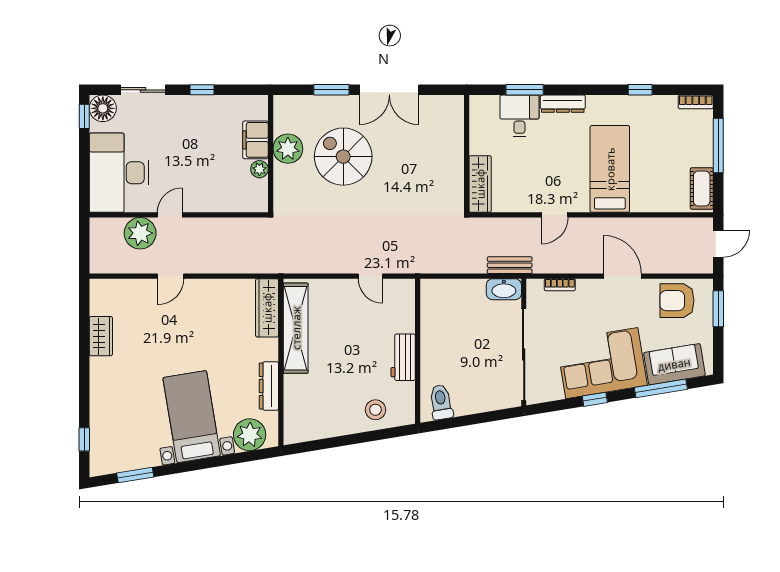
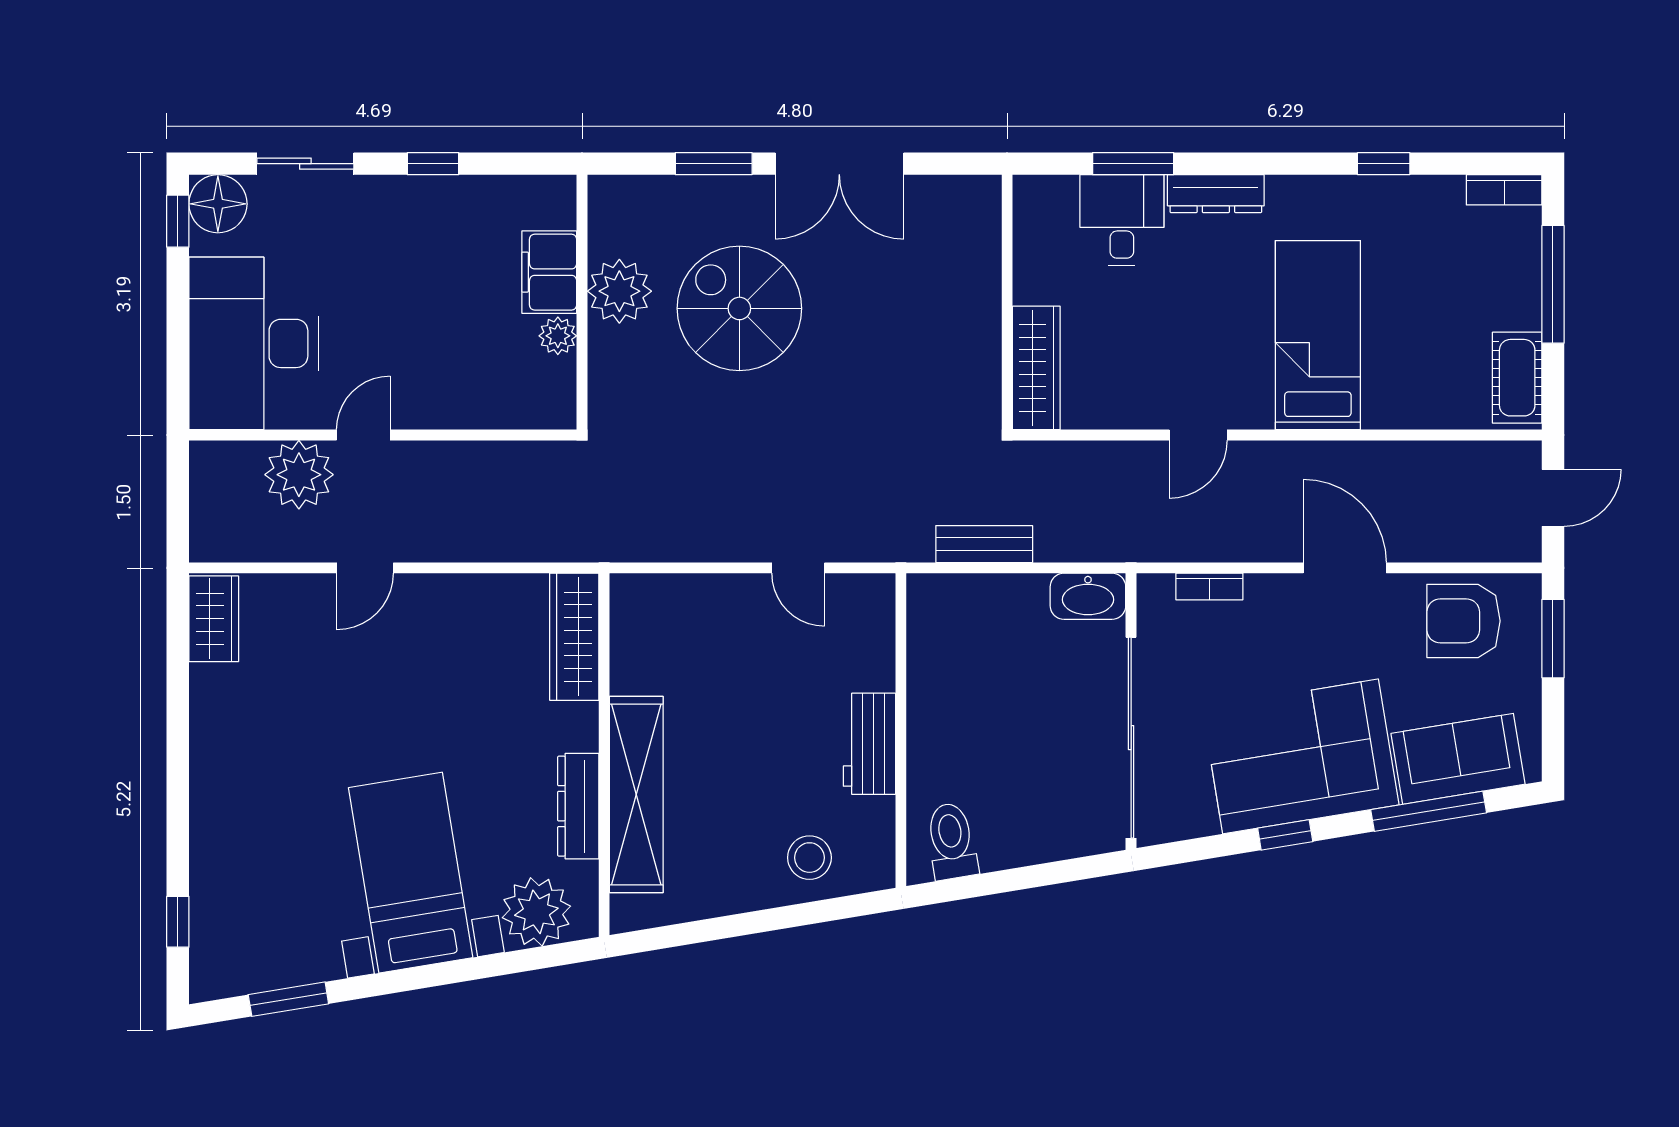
bench: (510, 265) -> (984, 544), moved
shelving: (296, 328) -> (636, 795), moved
wardrobe: (101, 336) -> (214, 619), moved

